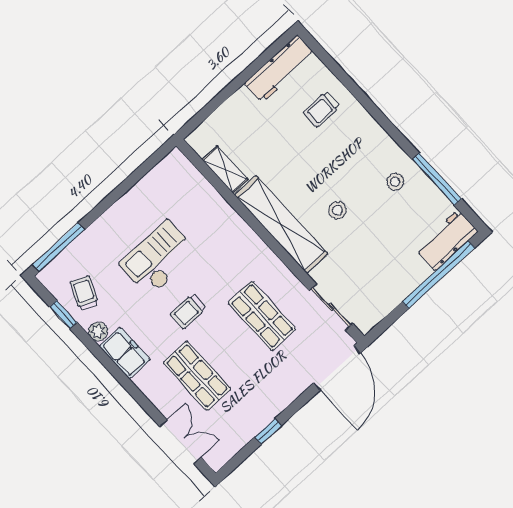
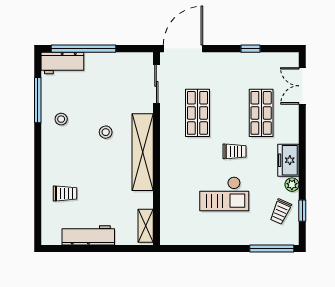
workbench: (280, 69) -> (88, 235), moved
shelving: (225, 170) -> (146, 226), moved

